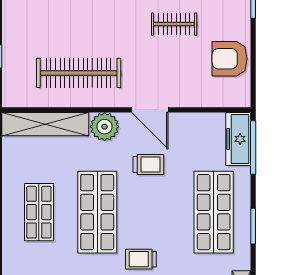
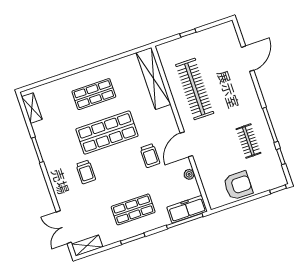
armchair: (230, 59) -> (238, 185), turned 90
plant: (105, 127) -> (189, 174), moved, width x0.53, depth x0.53
shop shelf: (214, 212) -> (133, 209), width x0.70, depth x0.74
trolley: (141, 259) -> (86, 172), turned 180

